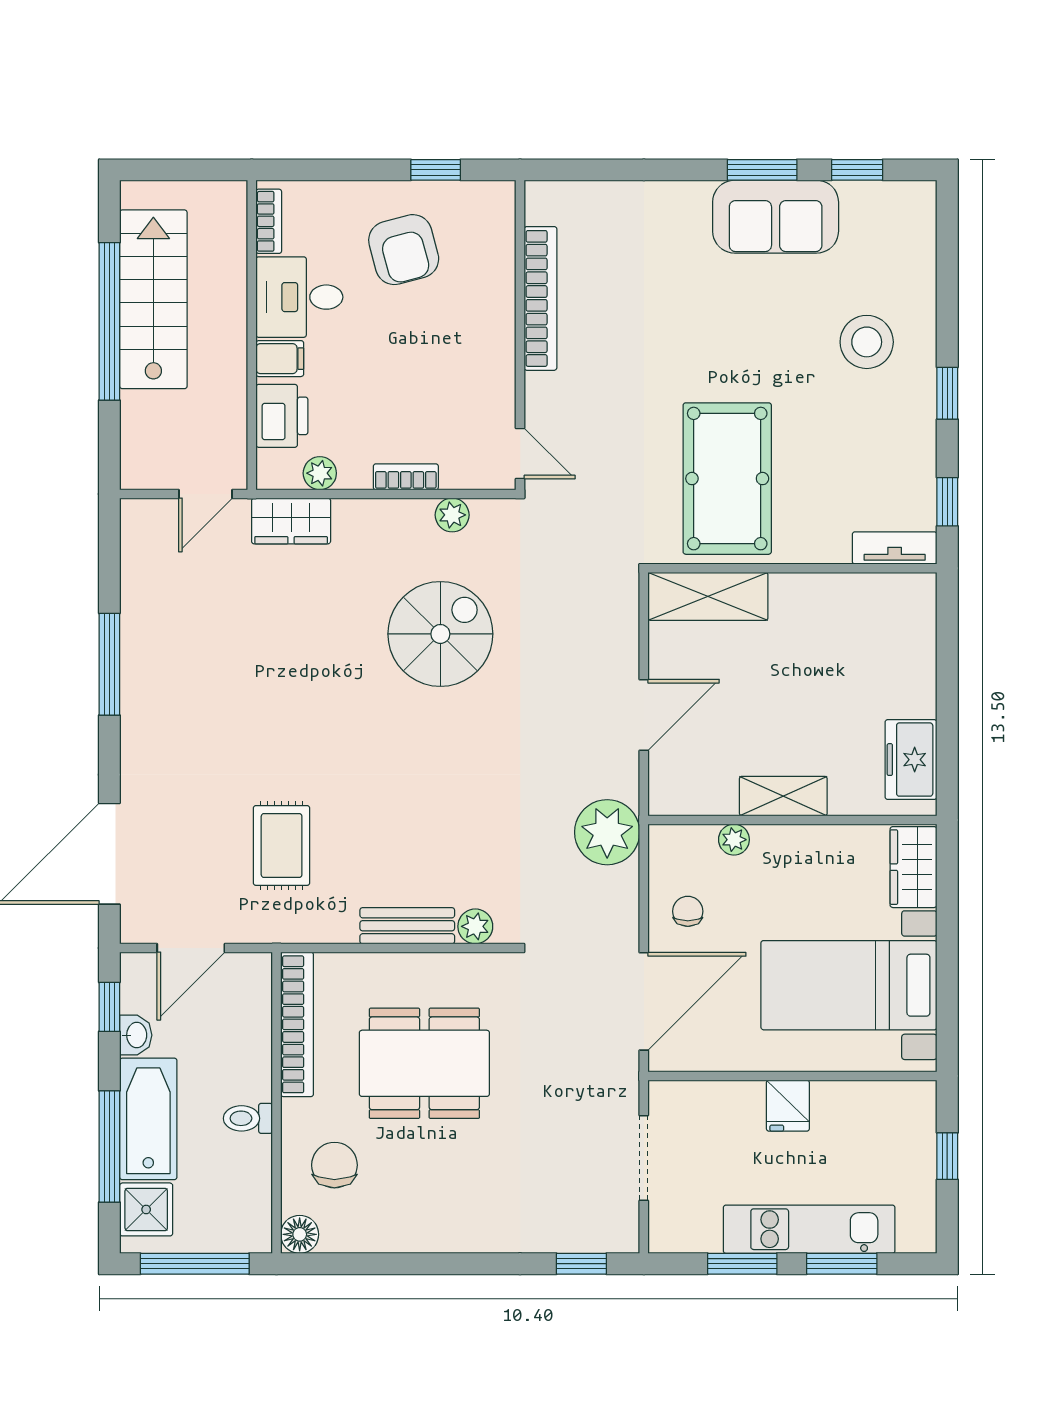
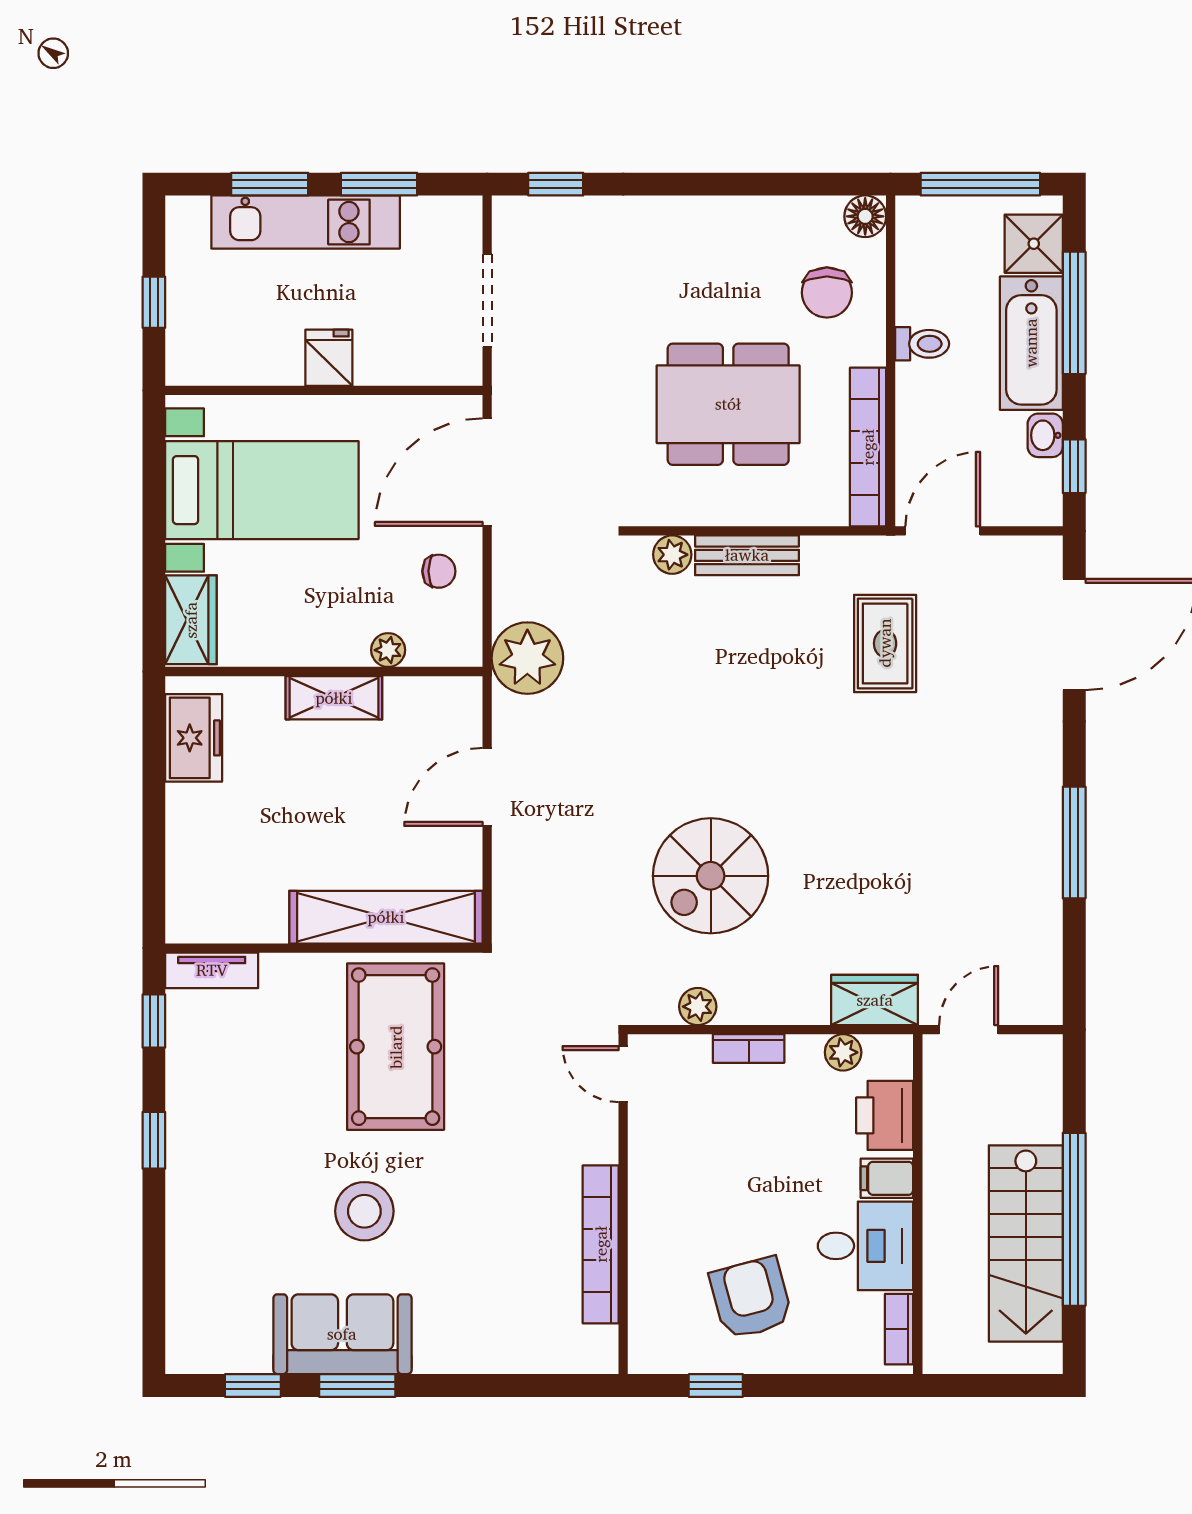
stool: (867, 342) -> (364, 1211), moved
shelving: (708, 596) -> (386, 917), width x1.47
chair: (688, 911) -> (439, 571), turned -90
door: (191, 948) -> (943, 531), moved

